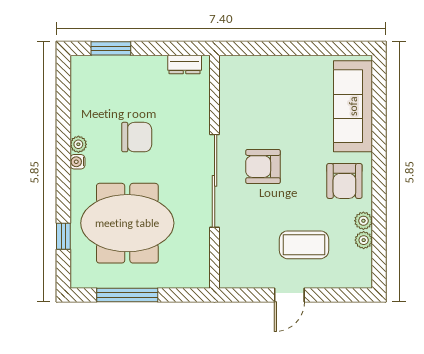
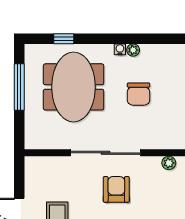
plant: (228, 97) -> (169, 163), added

